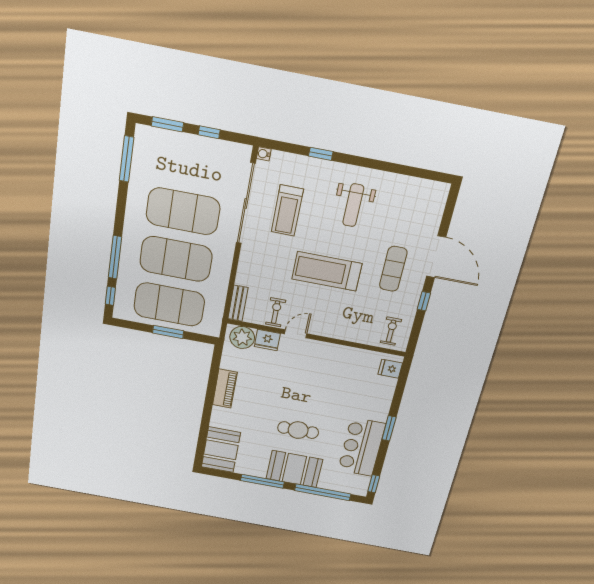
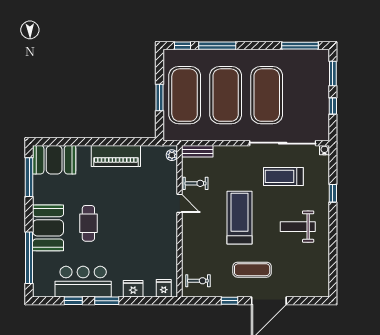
plant: (242, 337) -> (172, 155), width x0.53, depth x0.53
fridge: (267, 340) -> (133, 289), moved, turned 90
piano: (225, 389) -> (116, 156), width x1.37, depth x1.33
window: (262, 481) -> (29, 177), moved
window: (374, 484) -> (73, 301), moved

